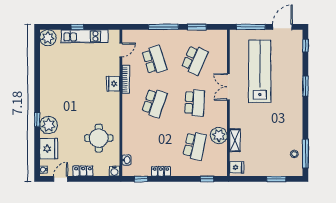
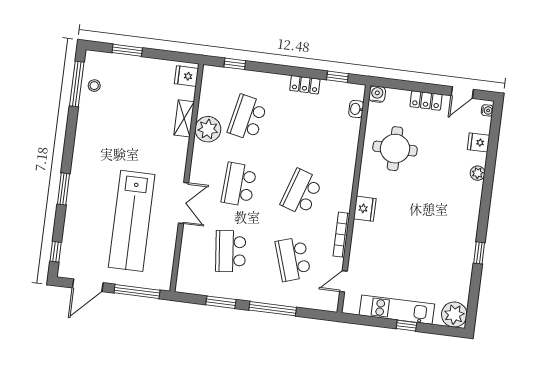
school desk: (195, 60) -> (231, 251), turned -30
fridge: (113, 84) -> (365, 209), moved
window: (37, 120) -> (479, 253), moved
plant: (49, 125) -> (478, 173), width x0.53, depth x0.53
fridge: (49, 149) -> (478, 142), width x0.53, depth x0.75

